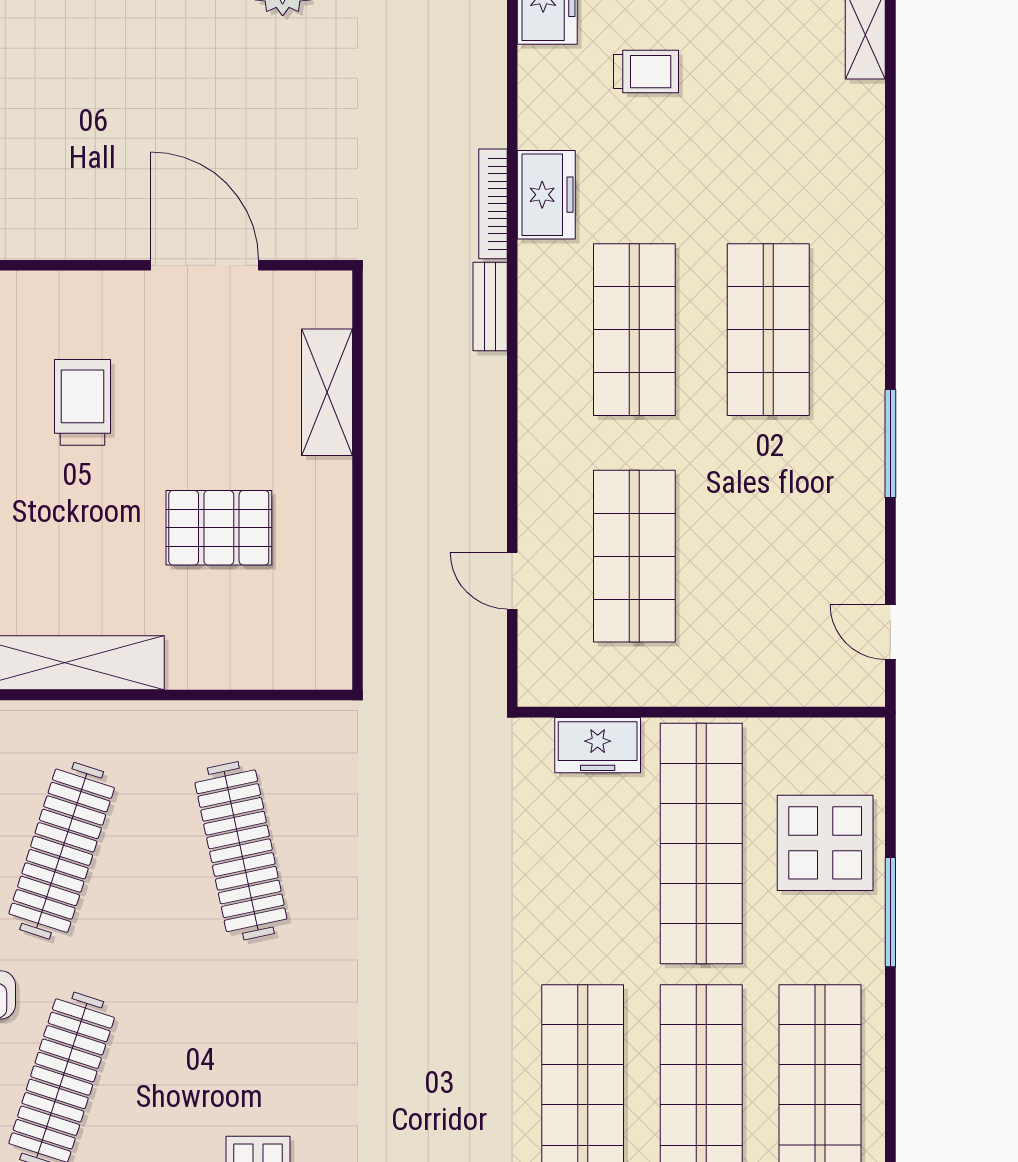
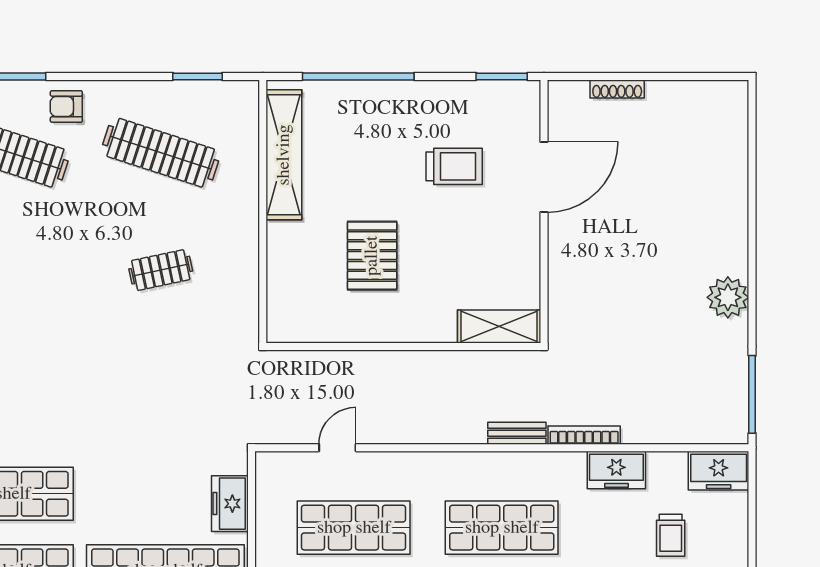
freezer: (546, 195) -> (616, 470), moved
door: (205, 265) -> (544, 177), moved
shelving: (327, 392) -> (499, 326), moved
clothes rail: (241, 851) -> (161, 270), width x0.54, depth x0.76

